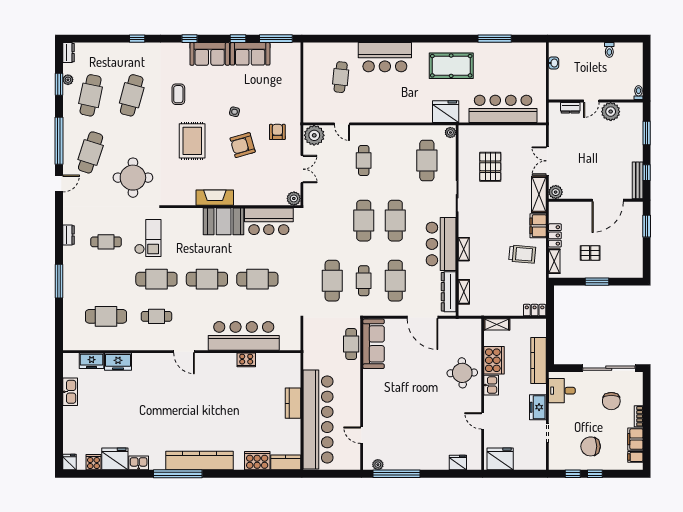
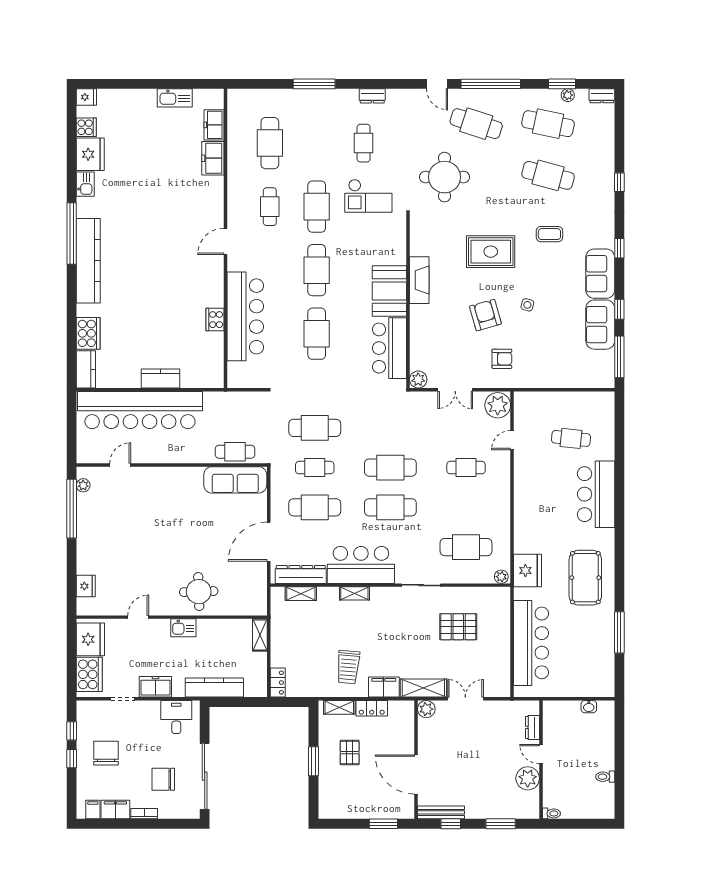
cooker: (494, 360) -> (89, 674), moved, turned -90

